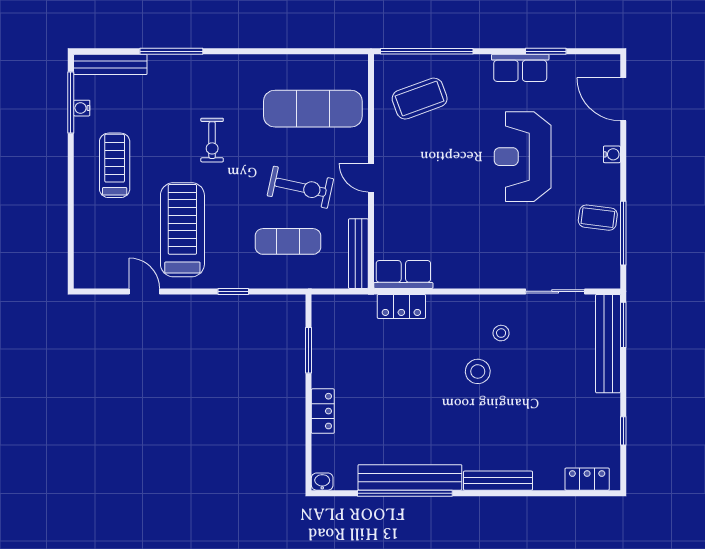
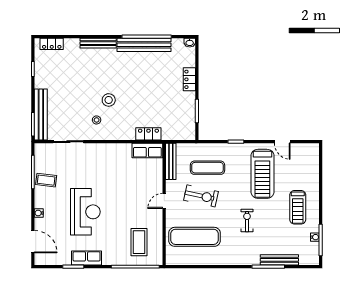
bench: (110, 64) -> (279, 260), moved
coffee table: (420, 99) -> (139, 242), turned -70
door: (371, 178) -> (164, 201), swing flipped
exercise bike: (300, 187) -> (201, 196), turned 180

